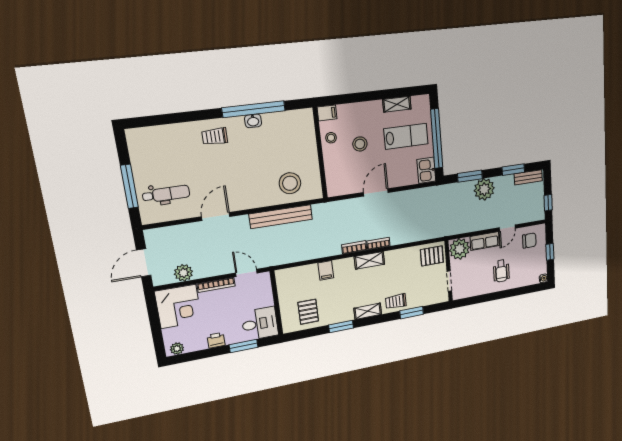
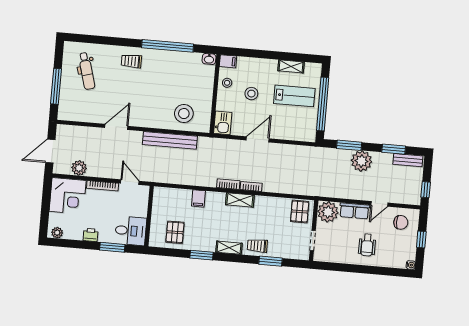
washbasin: (253, 121) -> (209, 59), moved
kitchen sink: (426, 170) -> (223, 123), moved, turned 180
dental chair: (166, 194) -> (87, 71), moved, turned 74
pallet: (432, 256) -> (300, 212), turned 90

